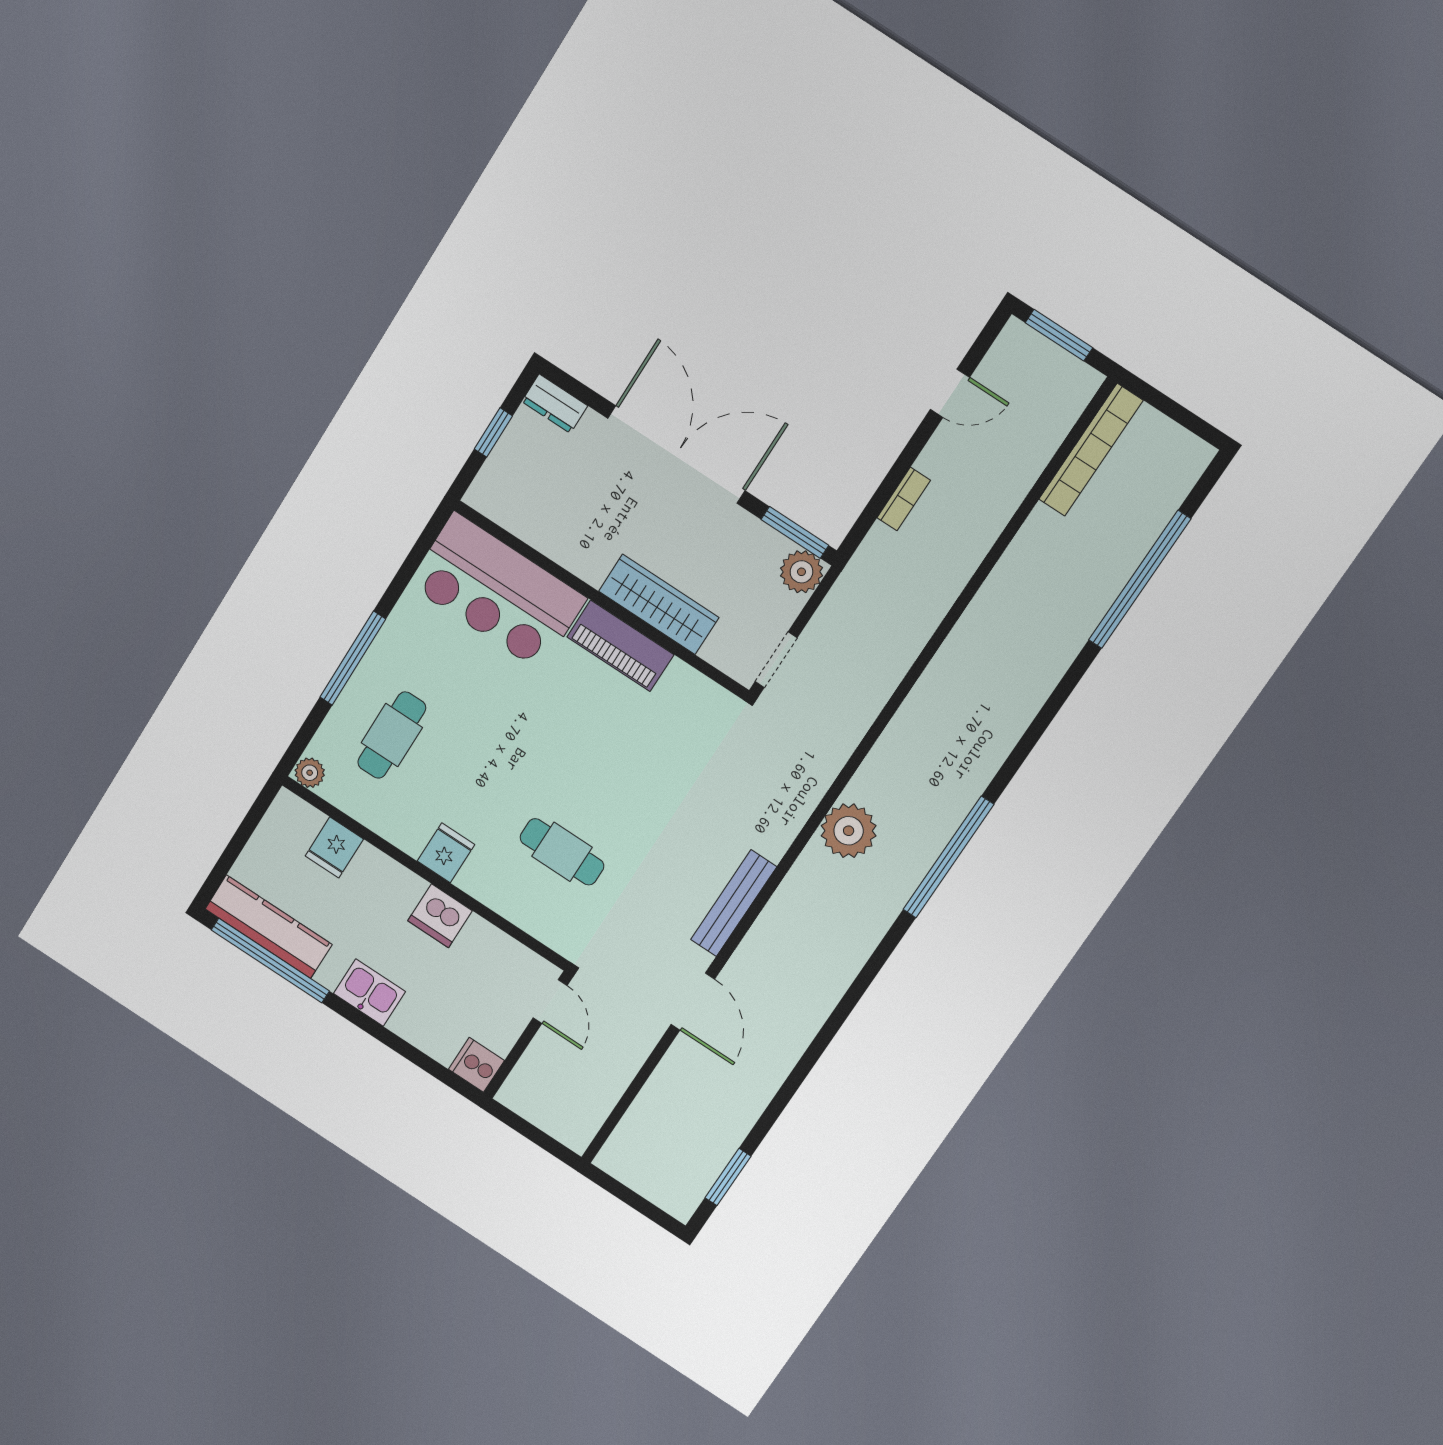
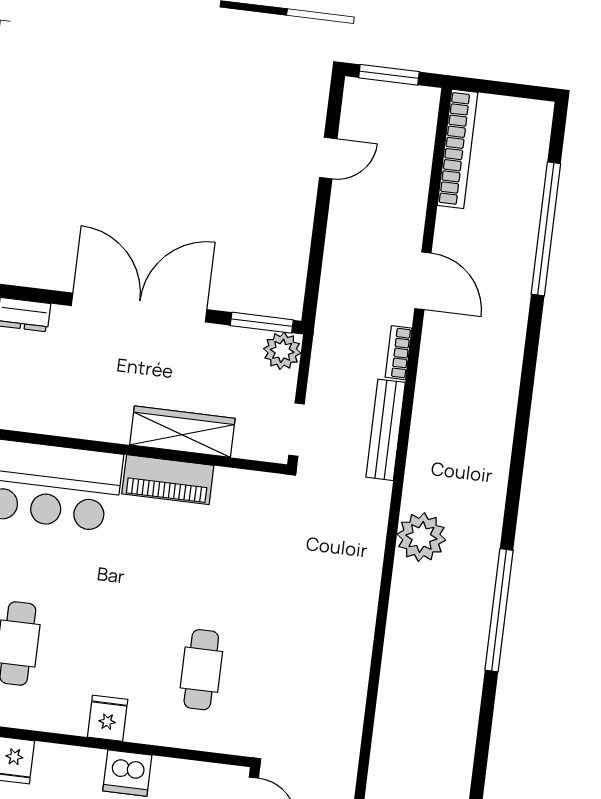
bookcase: (904, 499) -> (399, 353), moved, turned 180
cafe table: (562, 852) -> (201, 670), turned 90
window: (948, 857) -> (499, 610), moved
bench: (734, 903) -> (386, 430), moved
door: (693, 1002) -> (423, 281), moved

